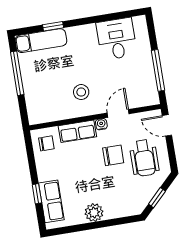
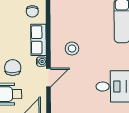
door: (118, 113) -> (48, 78), hinge flipped
chair: (113, 155) -> (13, 68), turned 180

